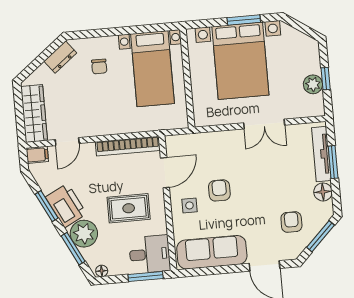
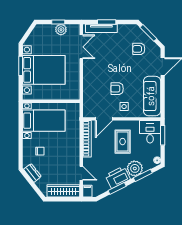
double door: (264, 124) -> (81, 47), moved
door: (165, 173) -> (104, 119), swing flipped
floor lamp: (323, 192) -> (123, 29), removed

